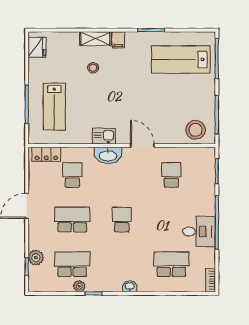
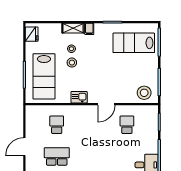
stool: (94, 87) -> (72, 63), added
lab bench: (54, 107) -> (44, 76), width x1.36, depth x1.39
door: (142, 146) -> (106, 104), swing flipped
locker: (46, 154) -> (38, 110), removed
washbasin: (108, 155) -> (82, 111), removed
school desk: (122, 220) -> (92, 156), removed

